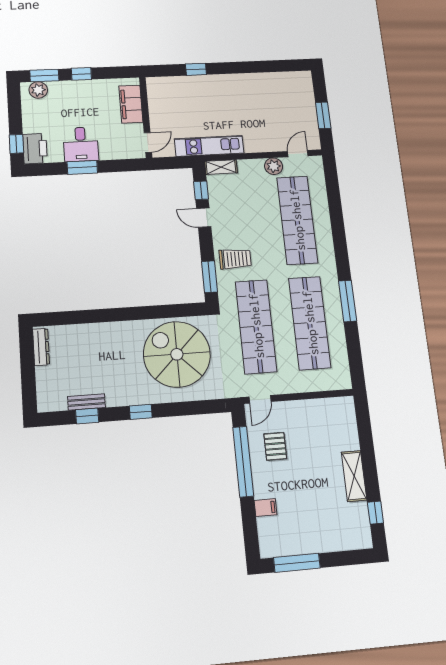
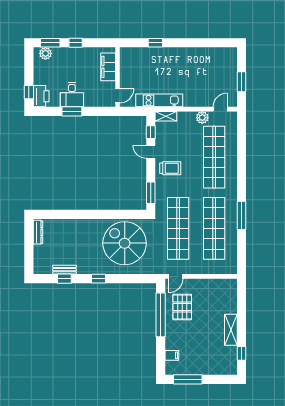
trolley: (235, 259) -> (170, 168), moved
pallet: (275, 446) -> (182, 307), width x1.50, depth x1.42
filing cabinet: (266, 508) -> (172, 355), moved

